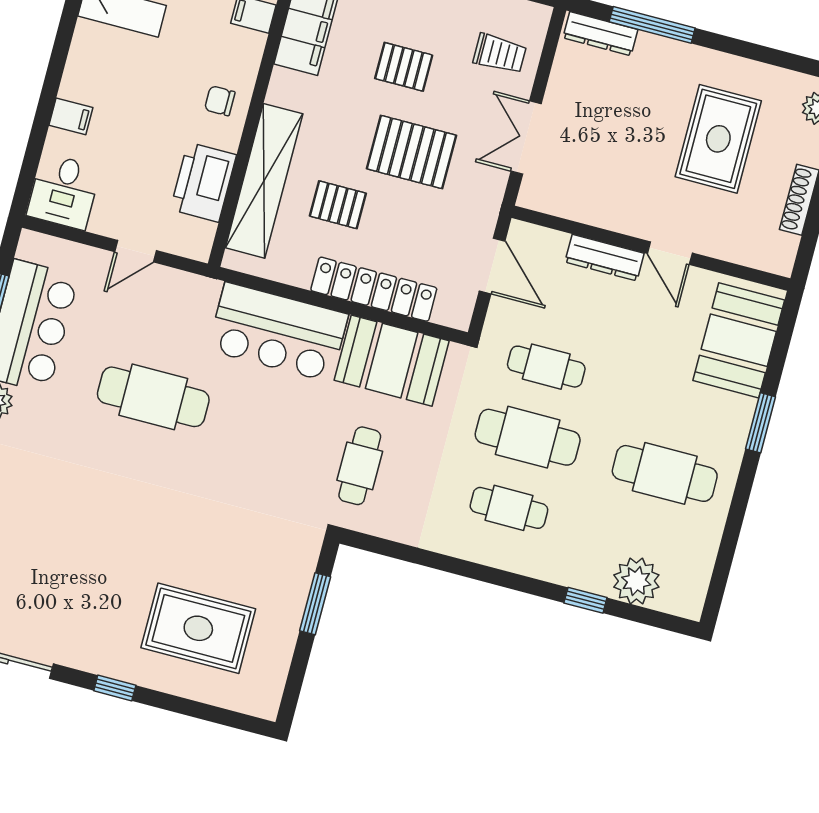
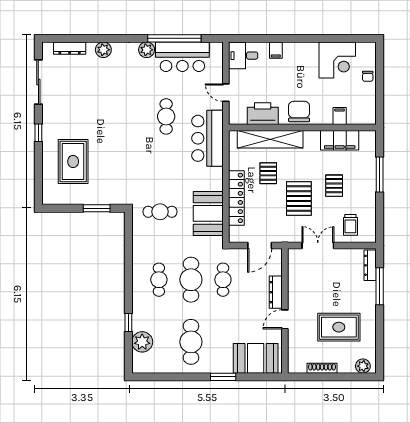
chair: (220, 101) -> (299, 112), width x1.87, depth x1.87
bar counter: (278, 332) -> (208, 138), moved
cafe table: (153, 397) -> (166, 116), width x0.73, depth x0.74

